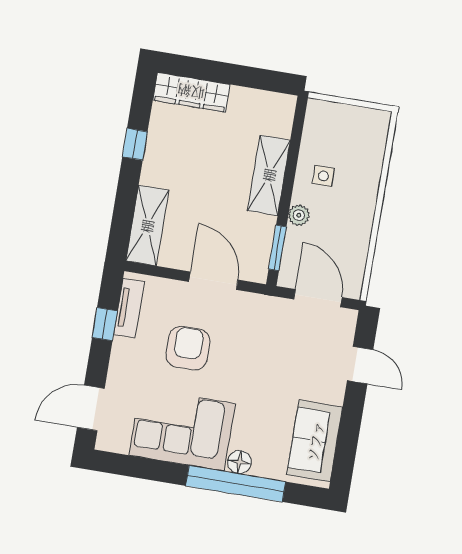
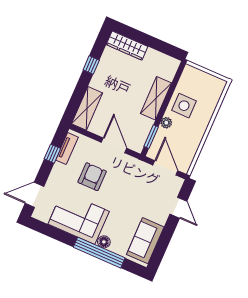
side table: (323, 176) -> (184, 106), width x1.87, depth x1.87

